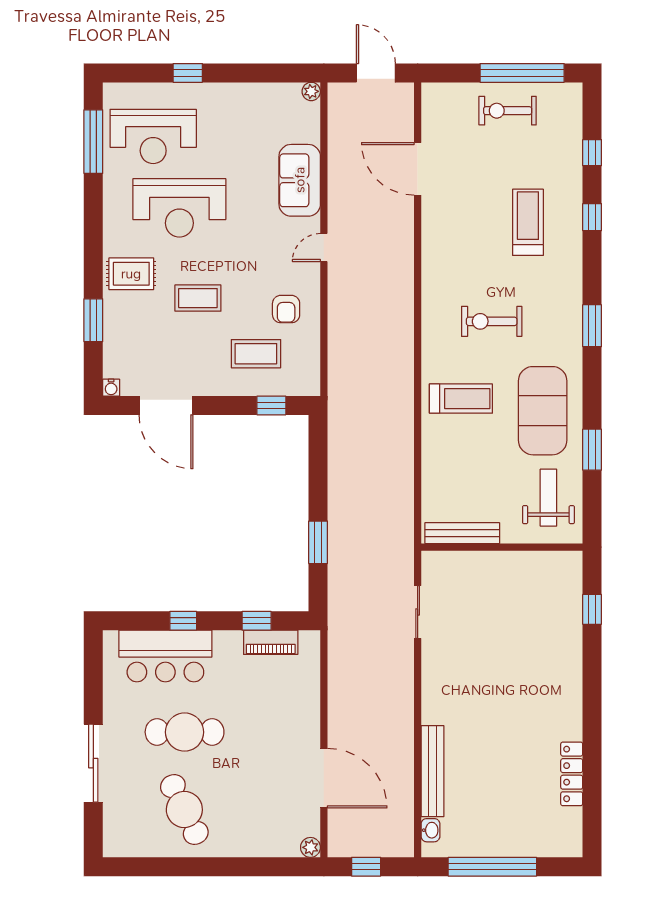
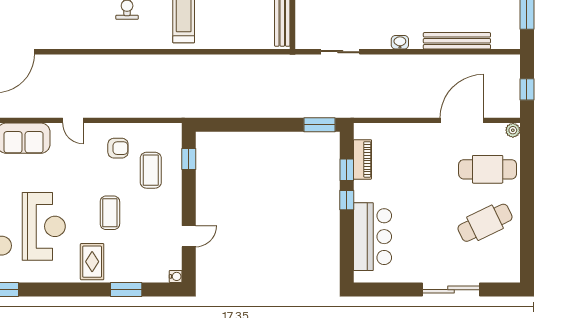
door: (166, 405) -> (189, 236), width x0.53
window: (318, 542) -> (319, 125), moved
window: (183, 621) -> (347, 200), moved
cafe table: (185, 732) -> (488, 169), moved, turned 90
washbasin: (430, 830) -> (400, 42), moved

